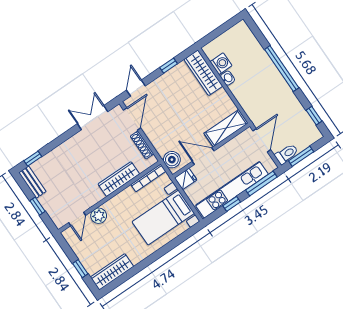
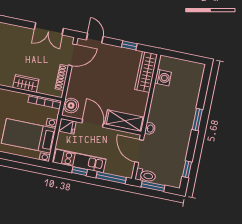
window: (282, 69) -> (197, 120), width x0.47
washbasin: (228, 78) -> (150, 129), moved
door: (136, 88) -> (95, 38), hinge flipped
double door: (93, 118) -> (49, 29), swing flipped
door: (262, 140) -> (139, 151), swing flipped
wardrobe: (119, 179) -> (26, 83), width x0.67
kitchen unit: (232, 190) -> (80, 161), width x0.73

